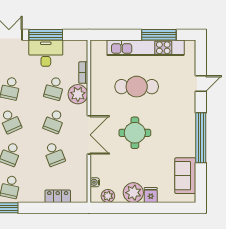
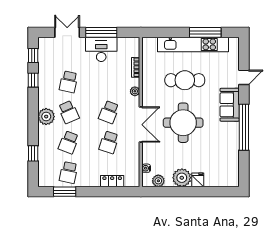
school desk: (54, 88) -> (109, 82), removed
plant: (78, 94) -> (135, 91), width x0.53, depth x0.53
round table: (135, 133) -> (183, 123), width x1.36, depth x1.36
school desk: (54, 154) -> (109, 142), turned 39
sofa: (185, 176) -> (230, 105), moved

